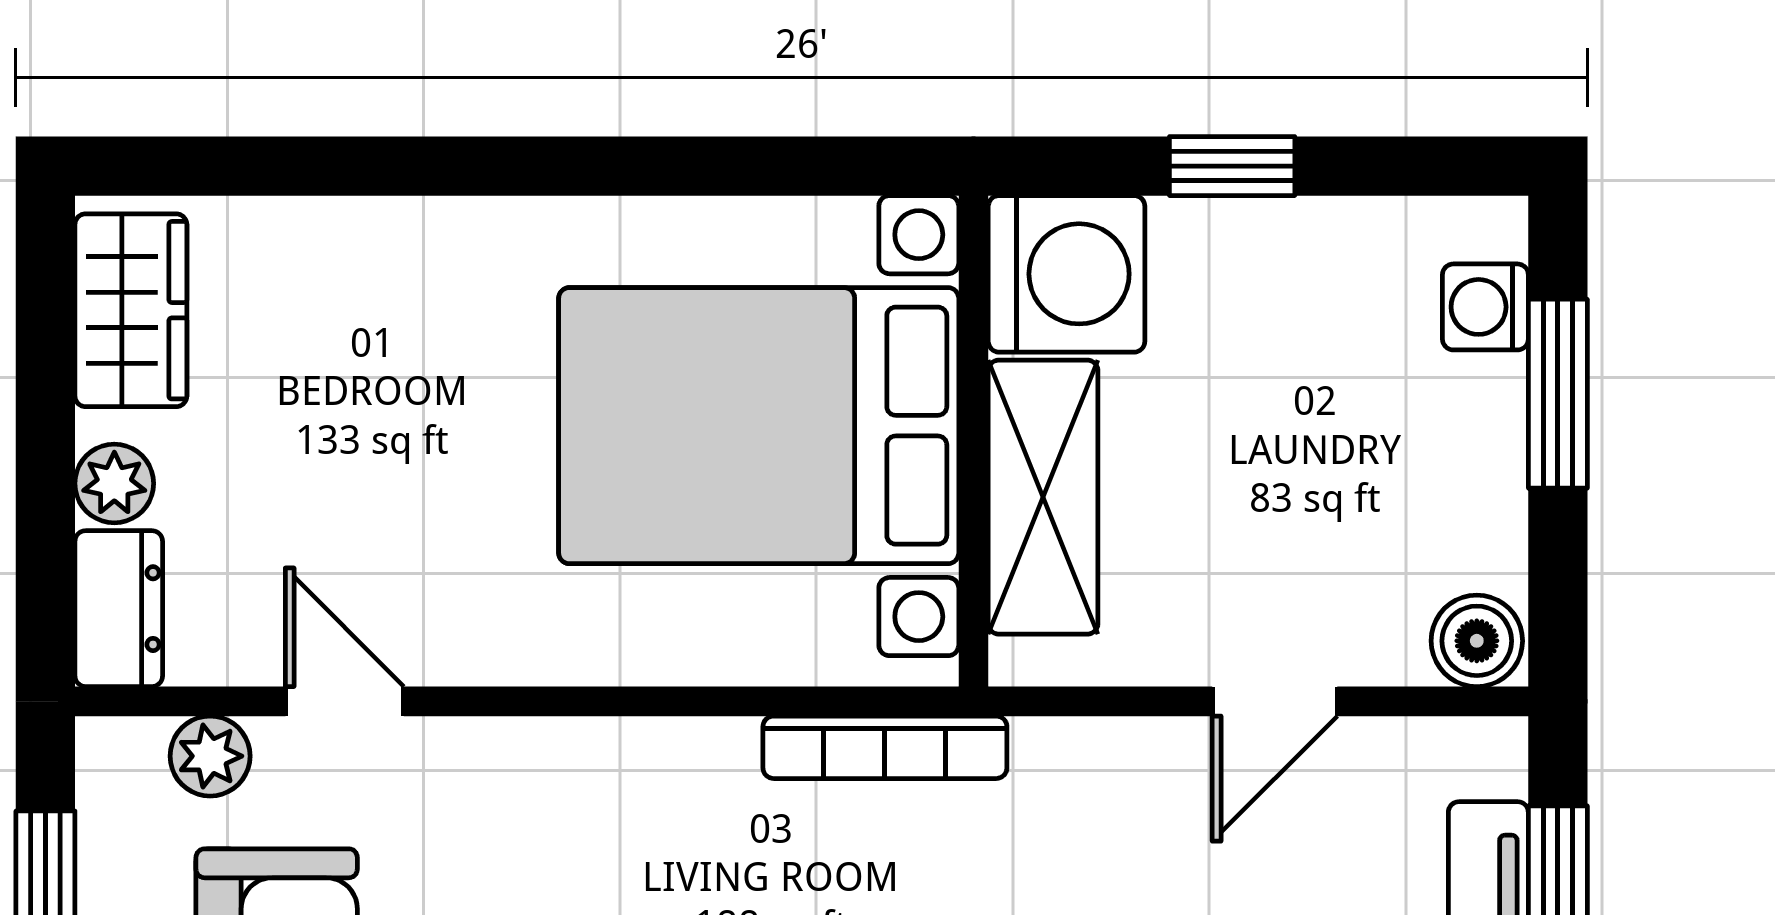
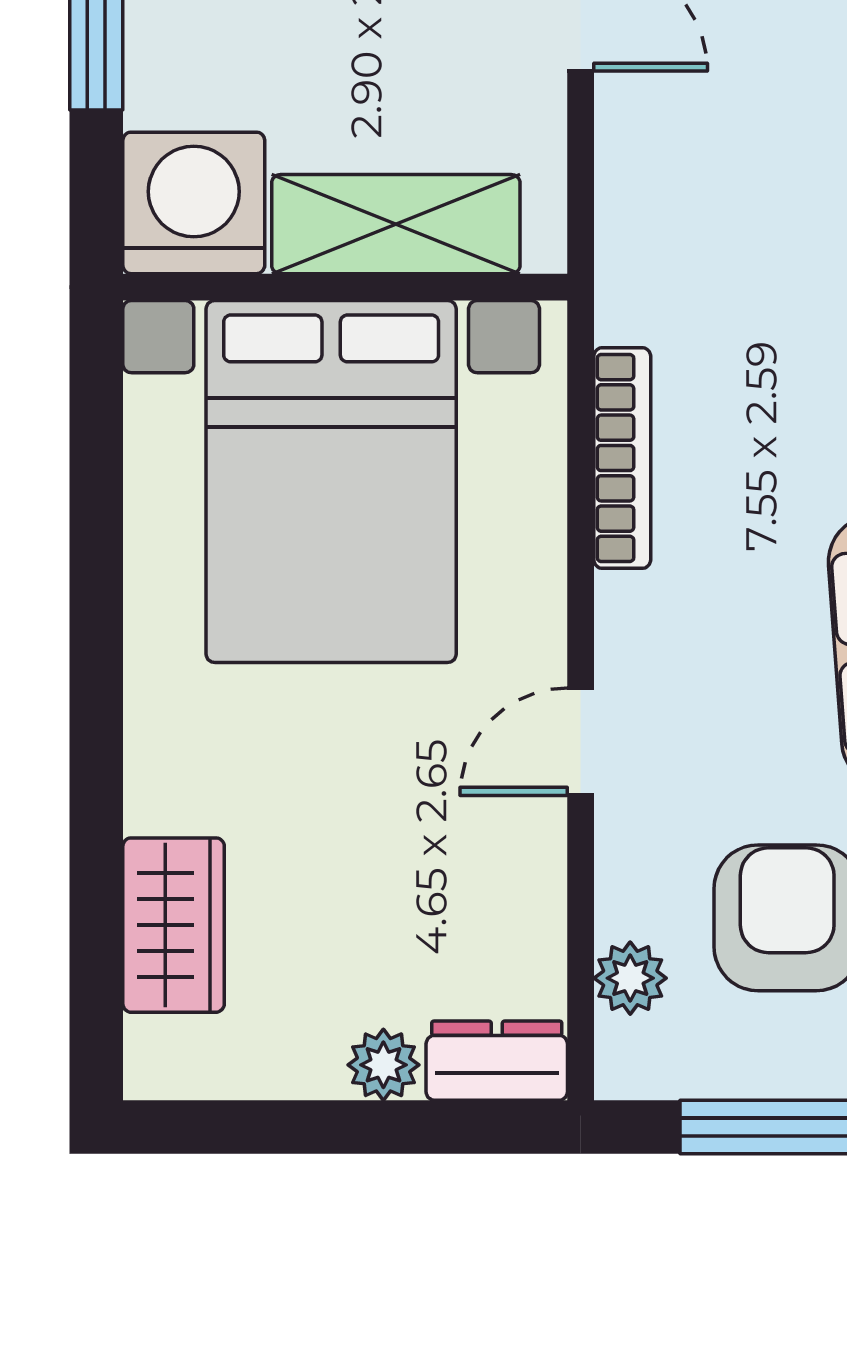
wardrobe: (131, 310) -> (174, 925), moved, turned 90
door: (345, 701) -> (581, 742), moved
bookcase: (885, 747) -> (622, 458), moved

